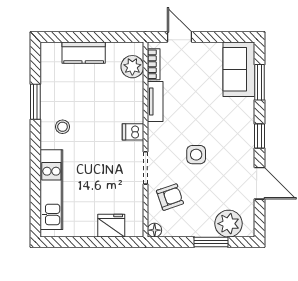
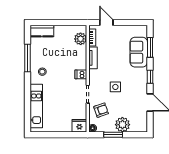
kitchen counter: (84, 53) -> (42, 31), moved
sofa: (239, 69) -> (139, 52), moved
window: (35, 102) -> (27, 58), width x1.44
plant: (229, 224) -> (122, 125), moved
fridge: (111, 226) -> (79, 126), moved
window: (211, 242) -> (113, 135), moved

